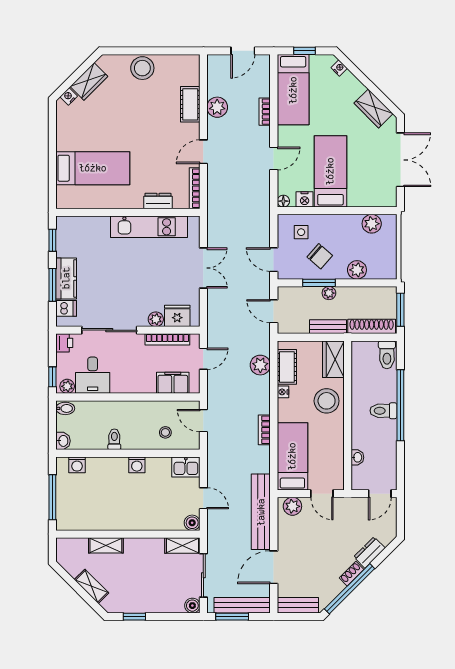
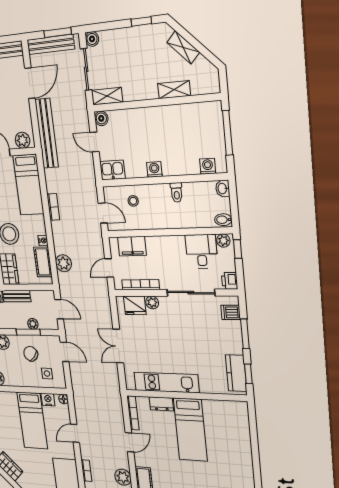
bed: (93, 168) -> (190, 430), moved, turned -90
kitchen counter: (66, 278) -> (236, 373), moved
plant: (329, 293) -> (33, 324), moved

